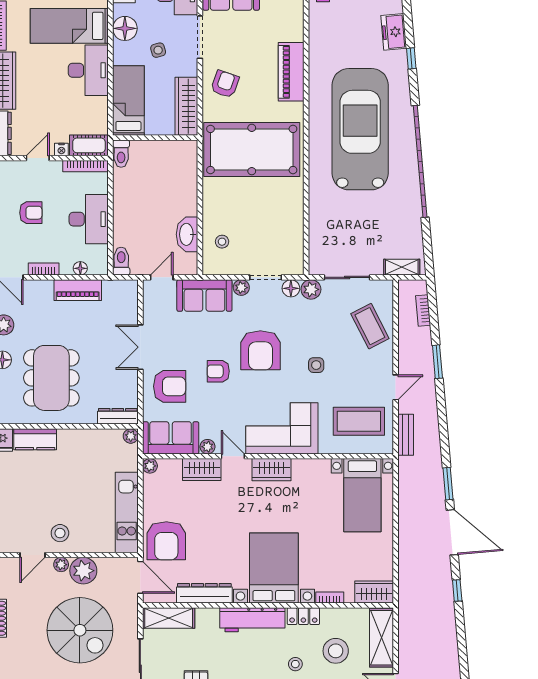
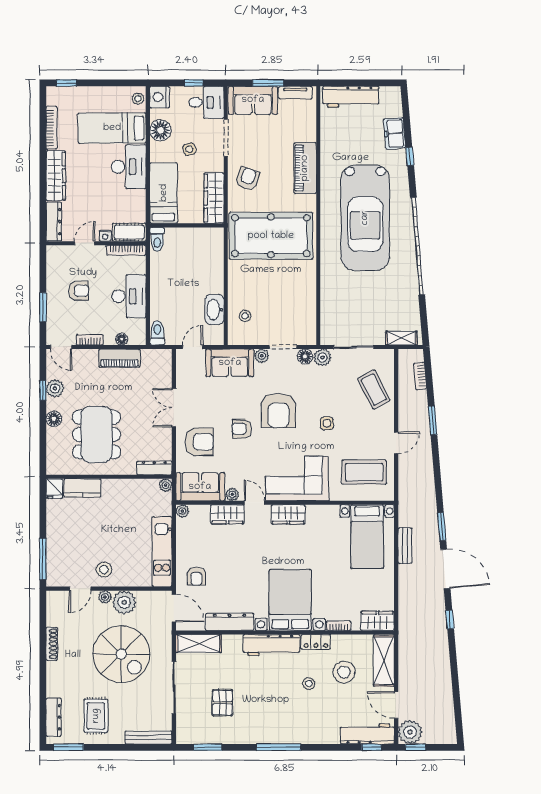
car: (360, 129) -> (365, 218), turned 180
bench: (406, 435) -> (405, 546), moved
armchair: (166, 541) -> (197, 576), width x0.53, depth x0.53

